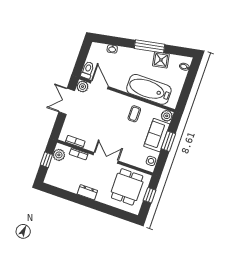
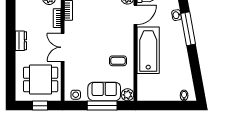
window: (149, 46) -> (188, 29), moved
shower: (161, 60) -> (183, 69), removed
bathtub: (149, 89) -> (148, 50), moved
window: (168, 141) -> (102, 106), width x1.44
double door: (106, 158) -> (63, 47), swing flipped

